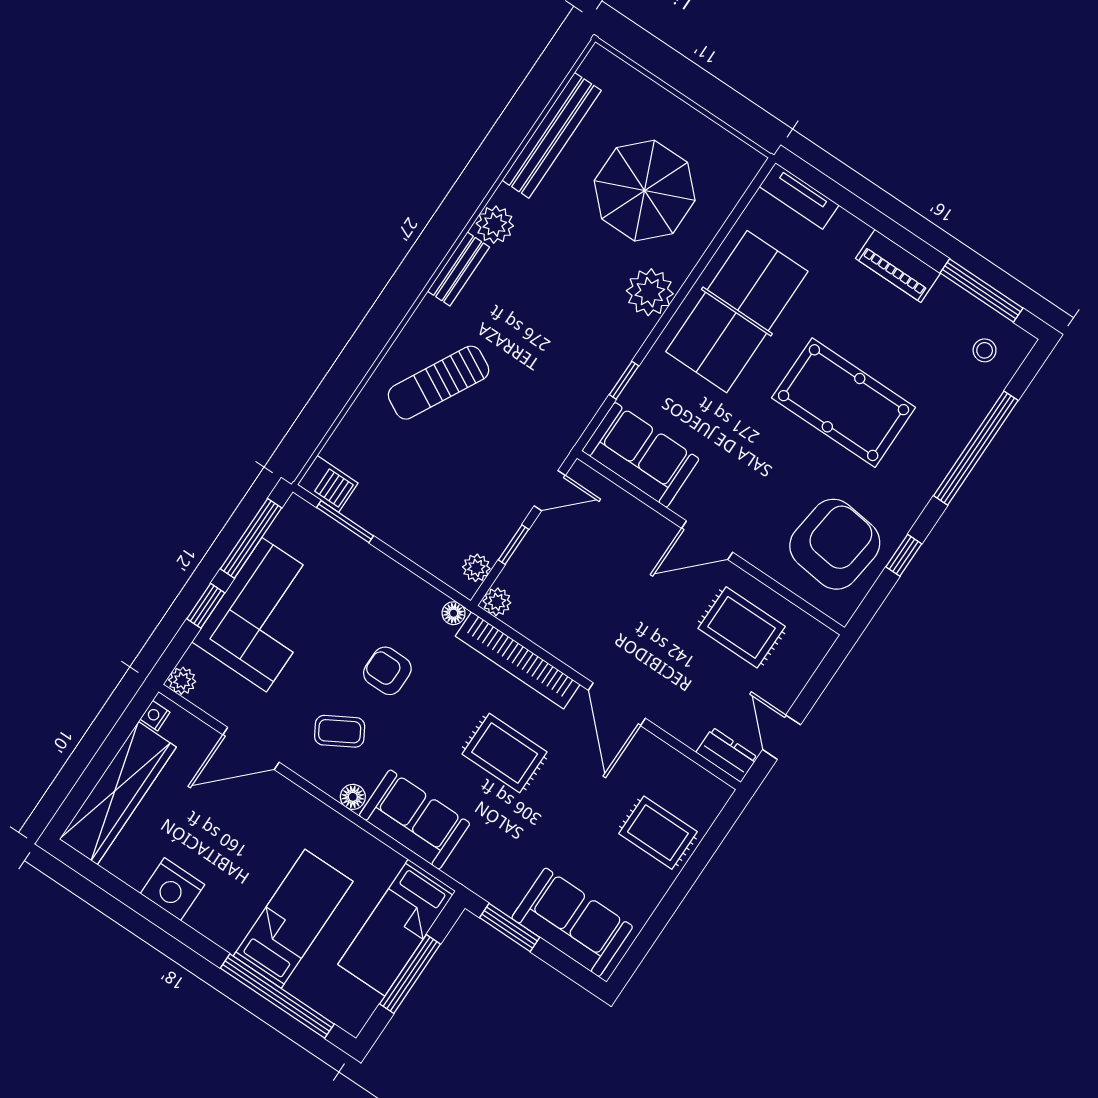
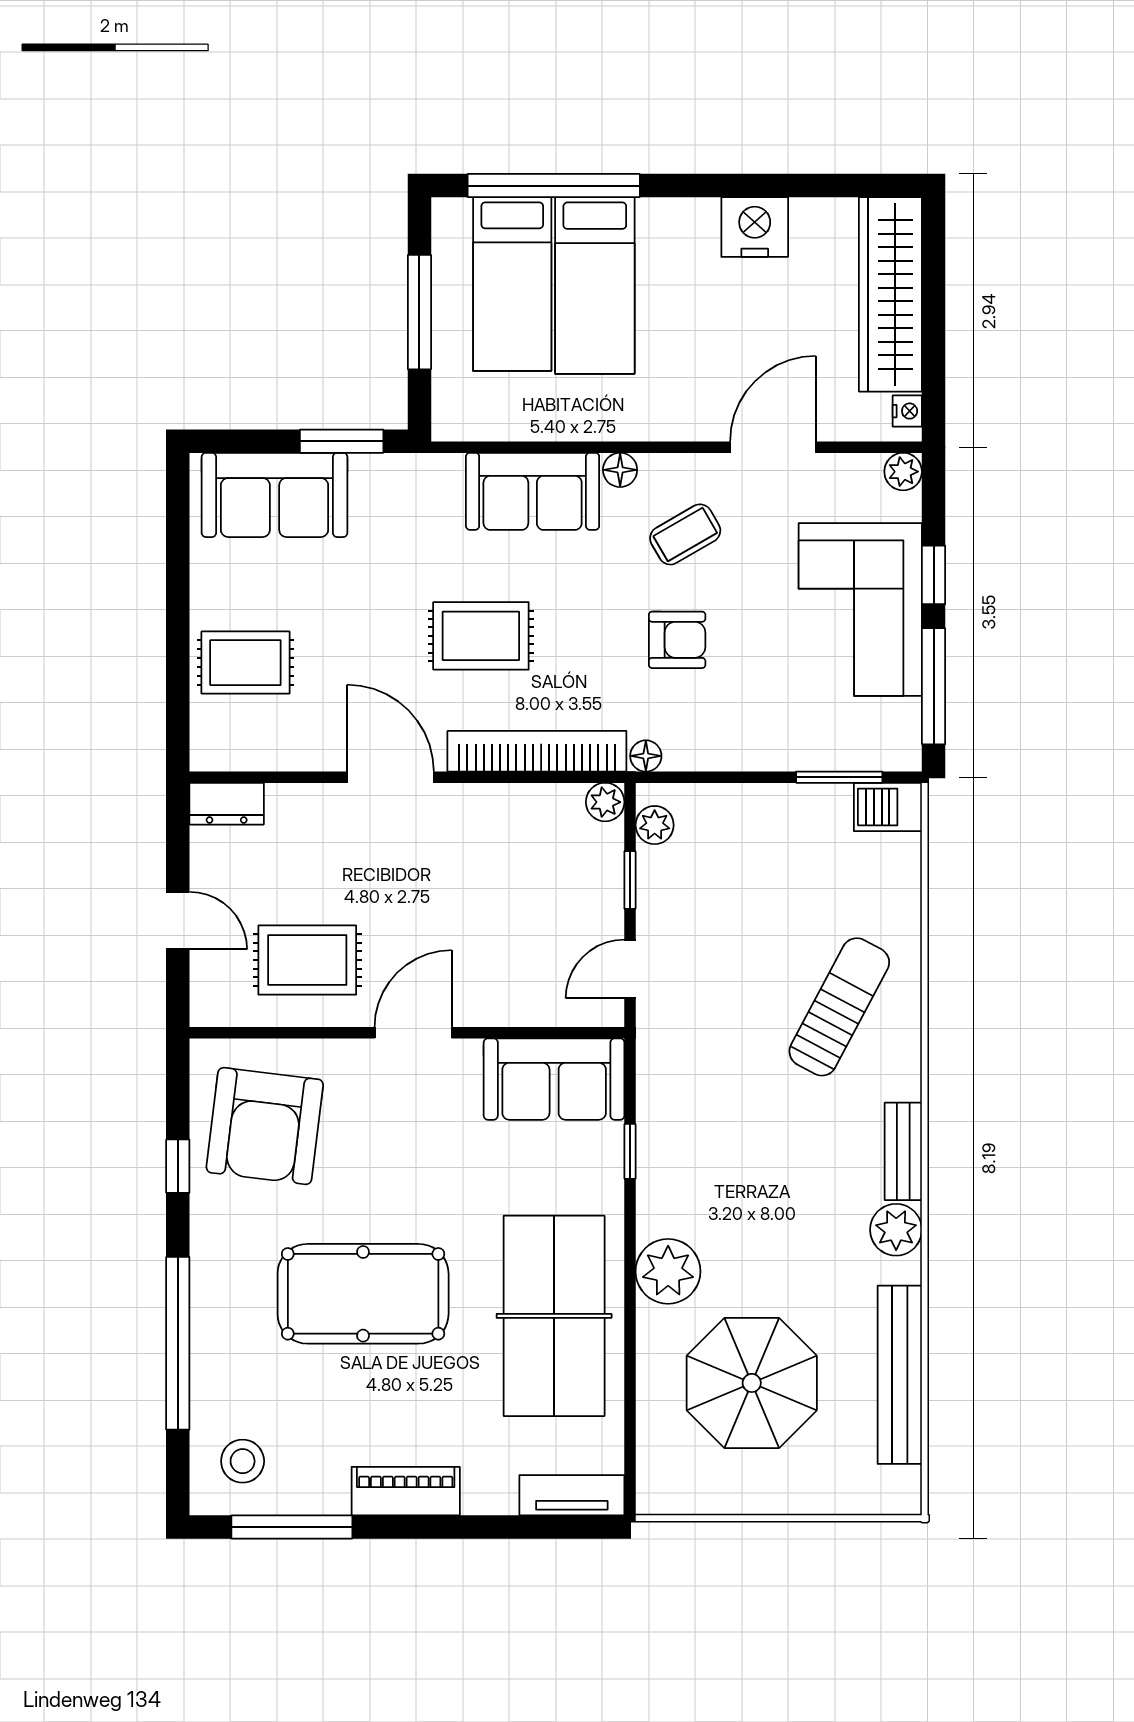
stool: (985, 350) -> (243, 1461), width x1.37, depth x1.37
door: (782, 737) -> (178, 921), moved
bed: (397, 928) -> (512, 284), moved, turned 180

